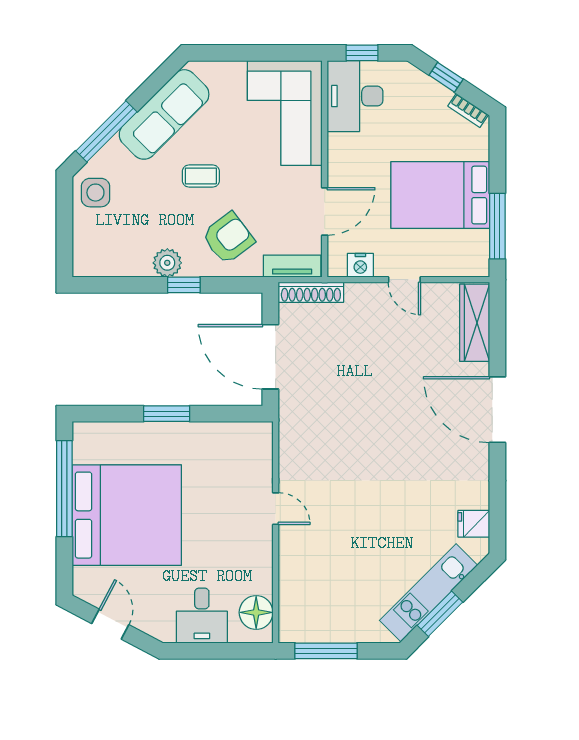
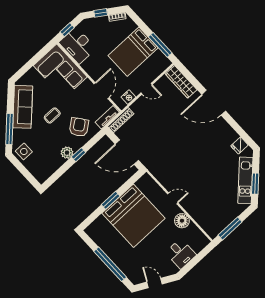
window: (64, 489) -> (110, 264), moved
bed: (127, 515) -> (133, 216), moved, turned 90
floor lamp: (256, 612) -> (182, 221), moved

